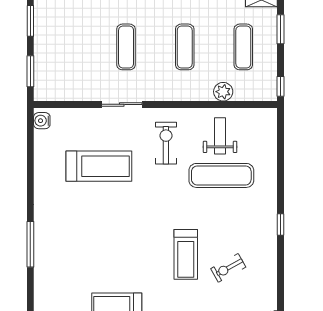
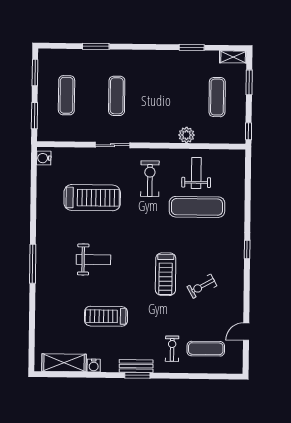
exercise mat: (185, 47) -> (66, 95), moved
plant: (223, 92) -> (187, 135), moved
weight bench: (101, 238) -> (93, 260), added

